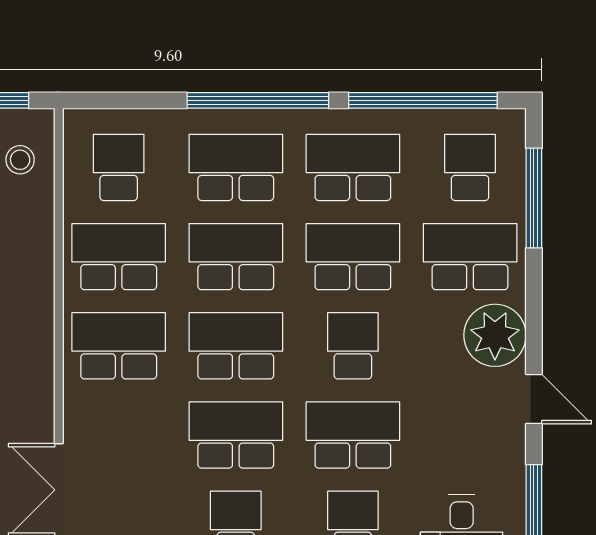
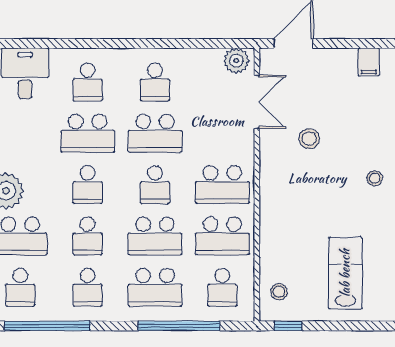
window: (258, 100) -> (179, 326), moved
school desk: (353, 167) -> (88, 287), width x0.54
school desk: (353, 257) -> (88, 236), width x0.54
school desk: (236, 346) -> (155, 185), width x0.54

